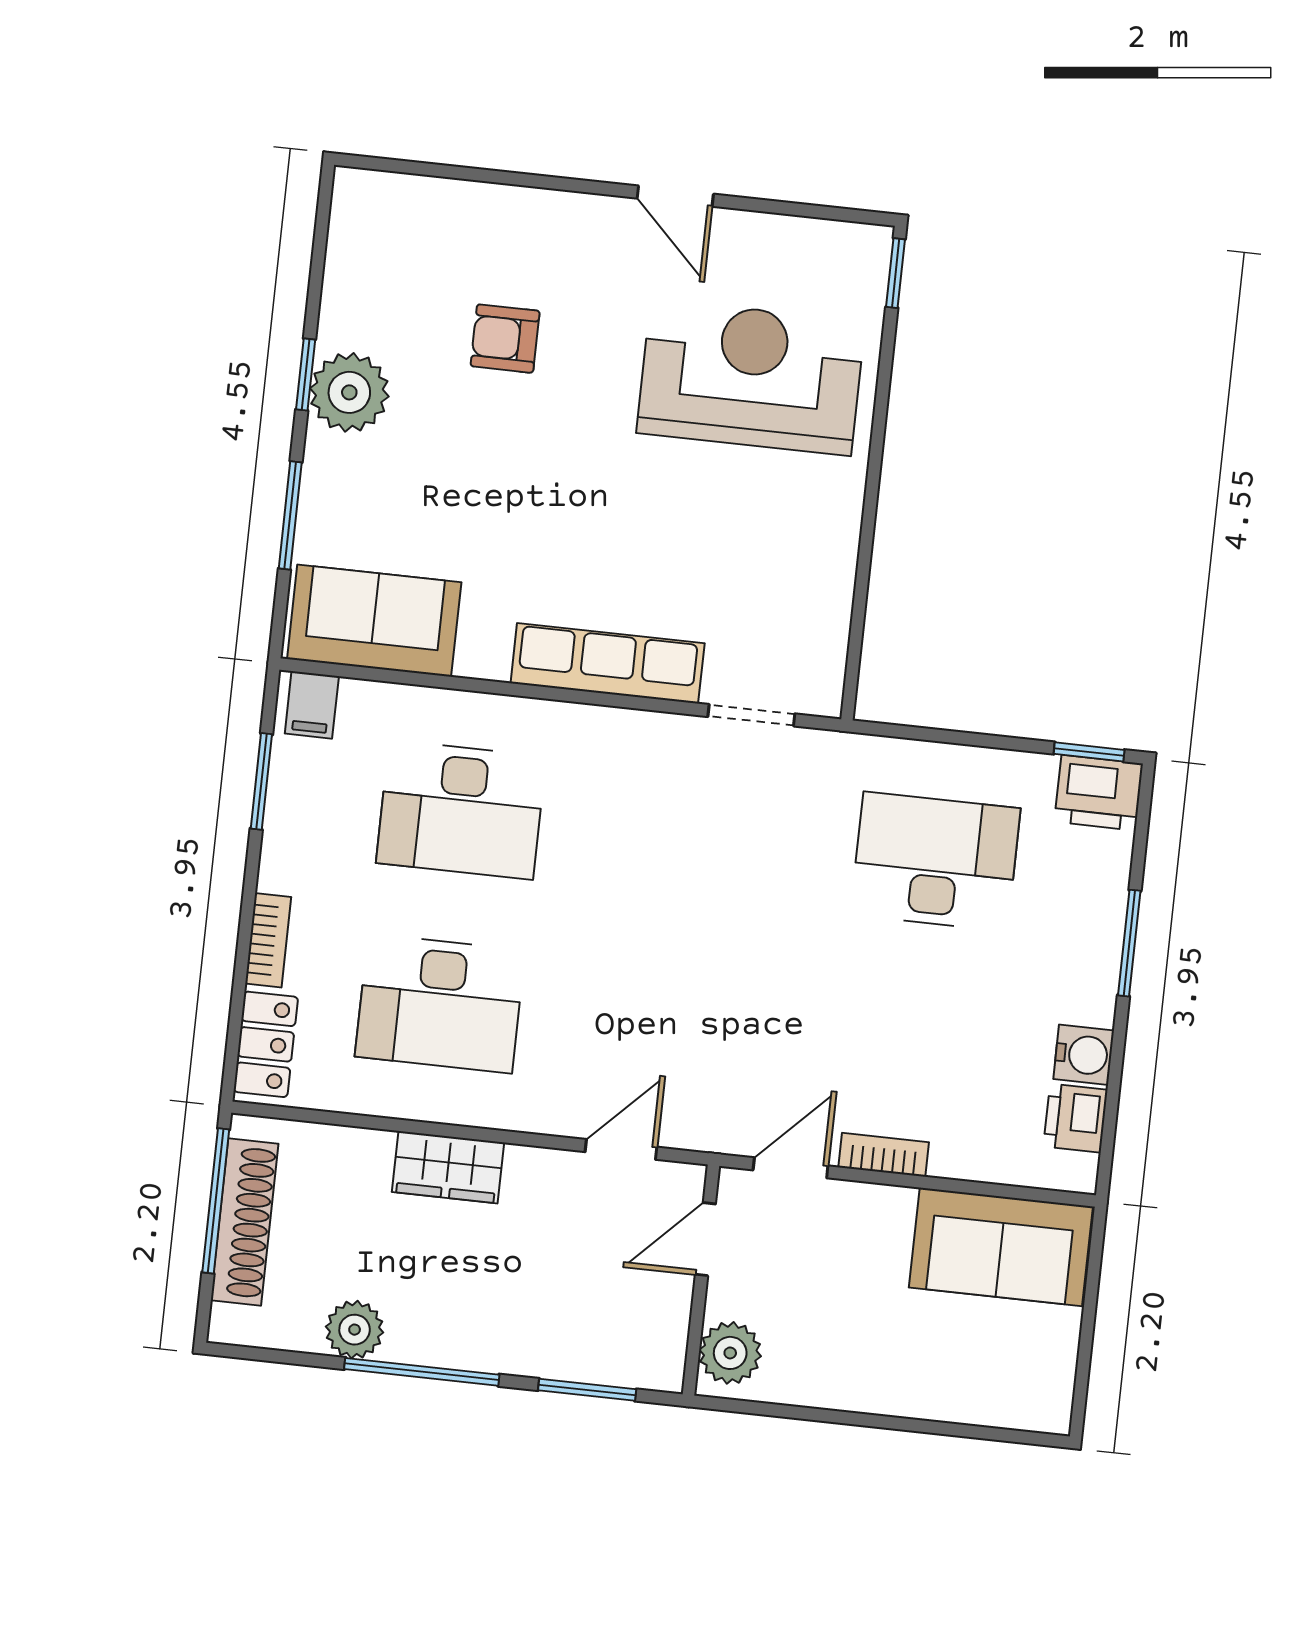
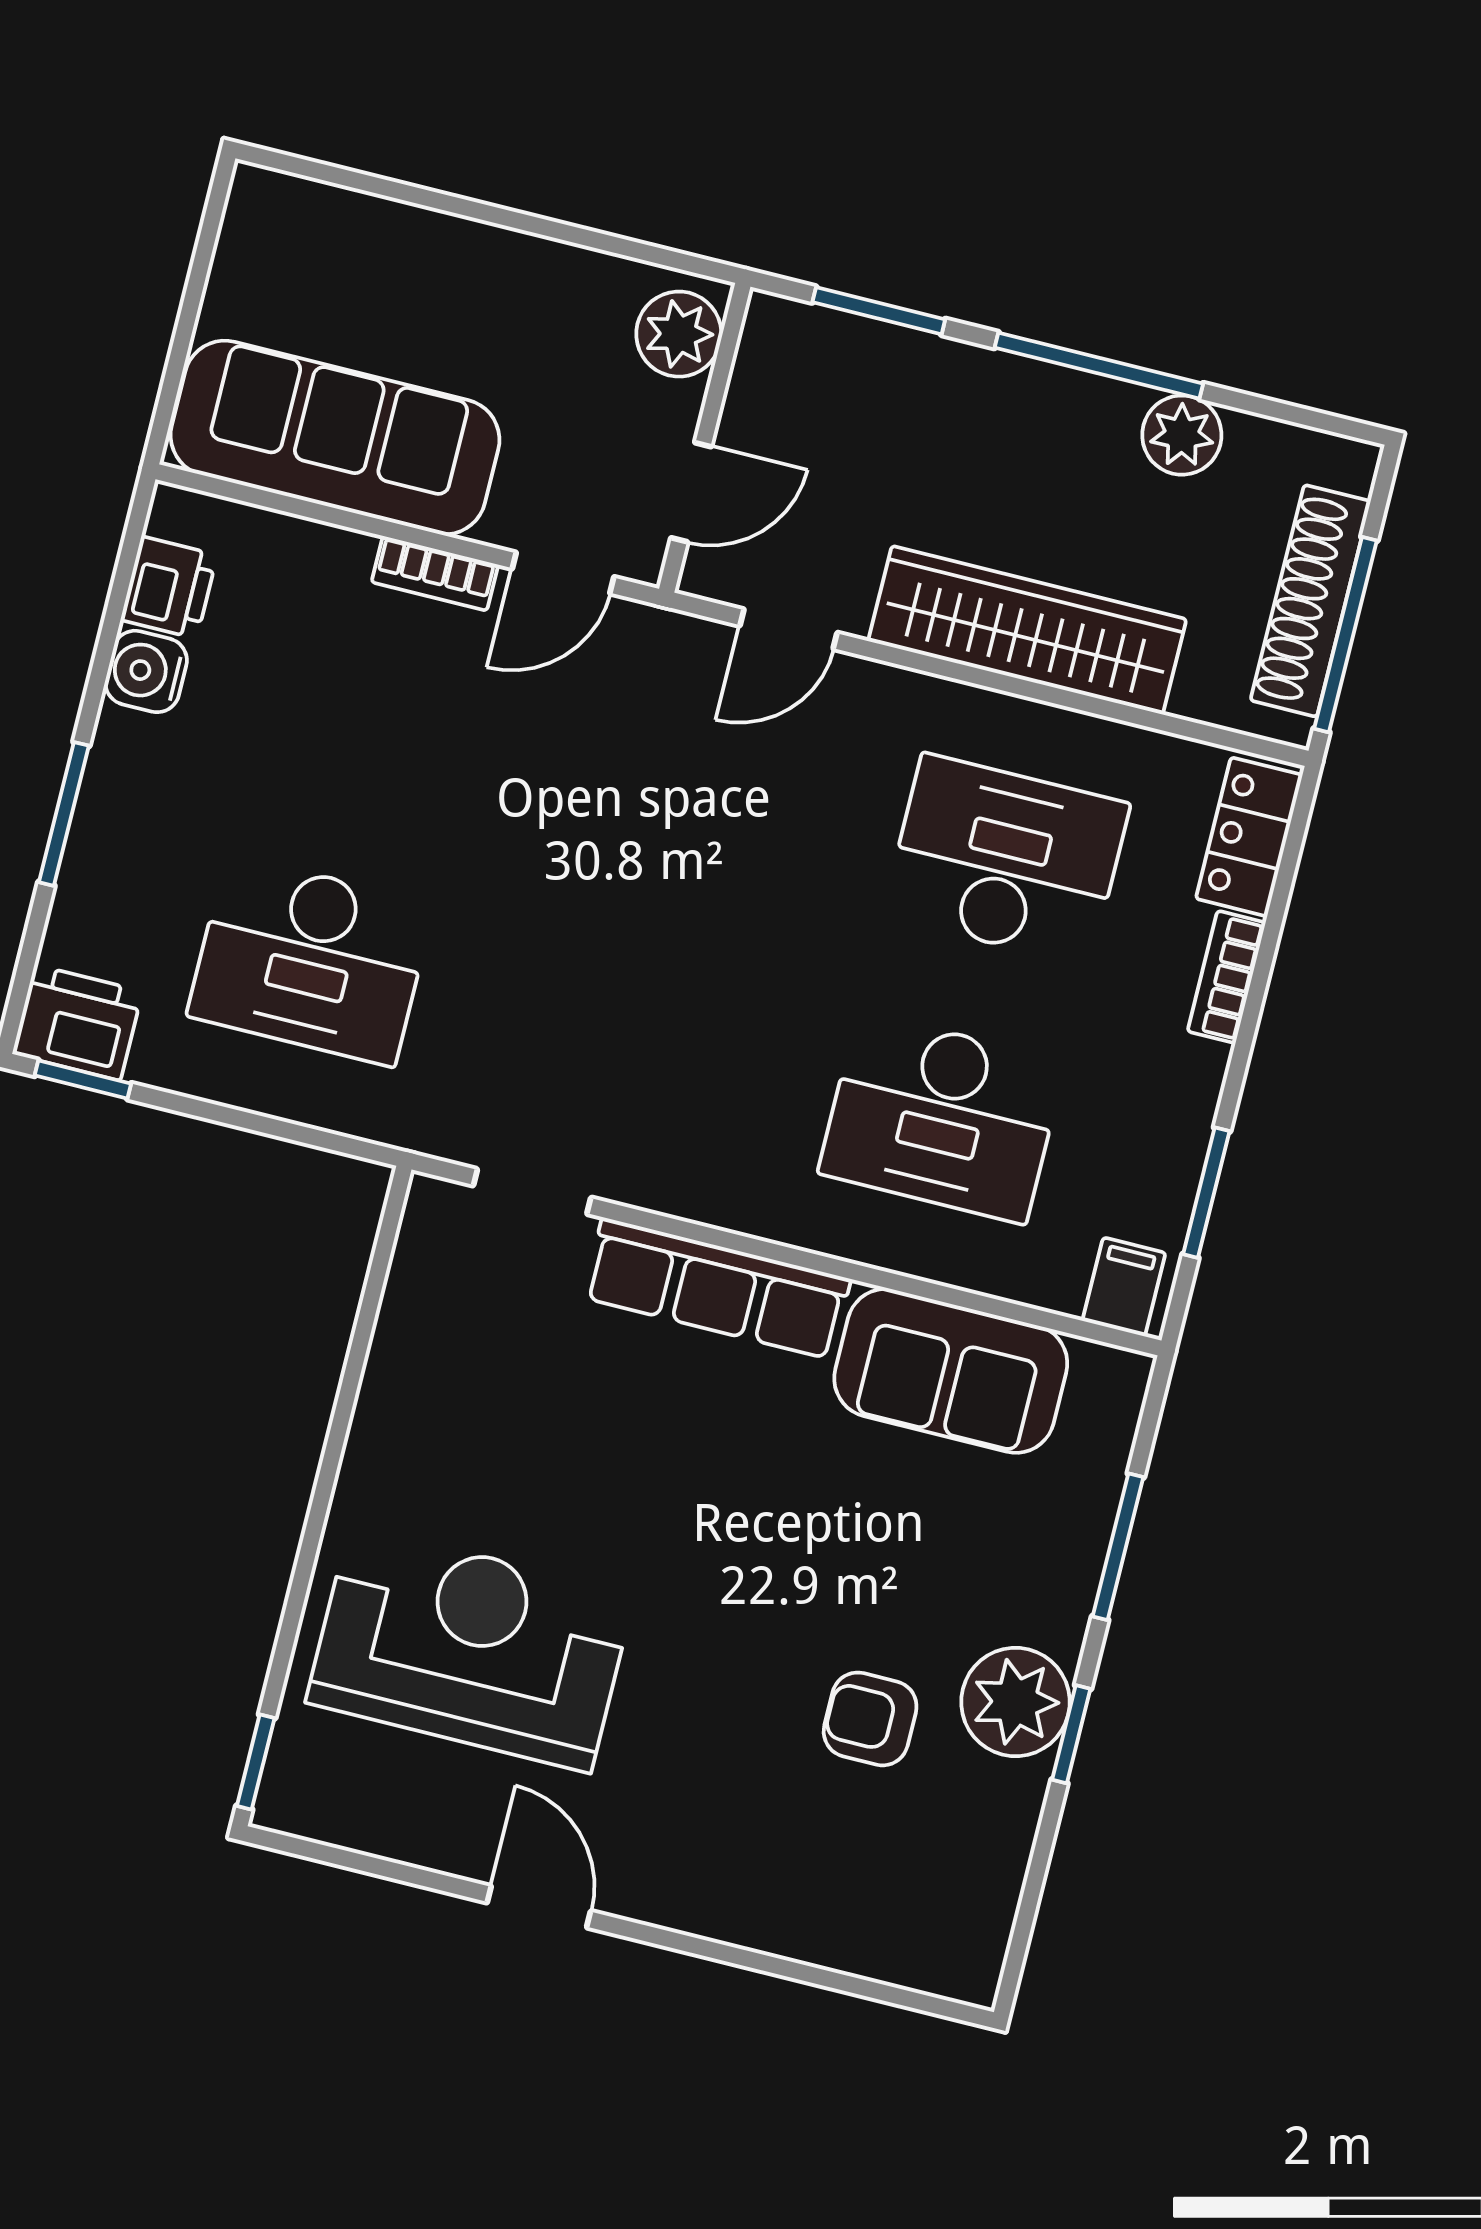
armchair: (505, 339) -> (870, 1719), moved, turned 180
reception desk: (751, 377) -> (470, 1648), turned 180
sofa: (374, 621) -> (951, 1371), moved
desk: (461, 810) -> (942, 1117), turned 180
wardrobe: (448, 1167) -> (1027, 630), width x2.10, depth x1.17
sofa: (1001, 1247) -> (335, 437), width x1.36

